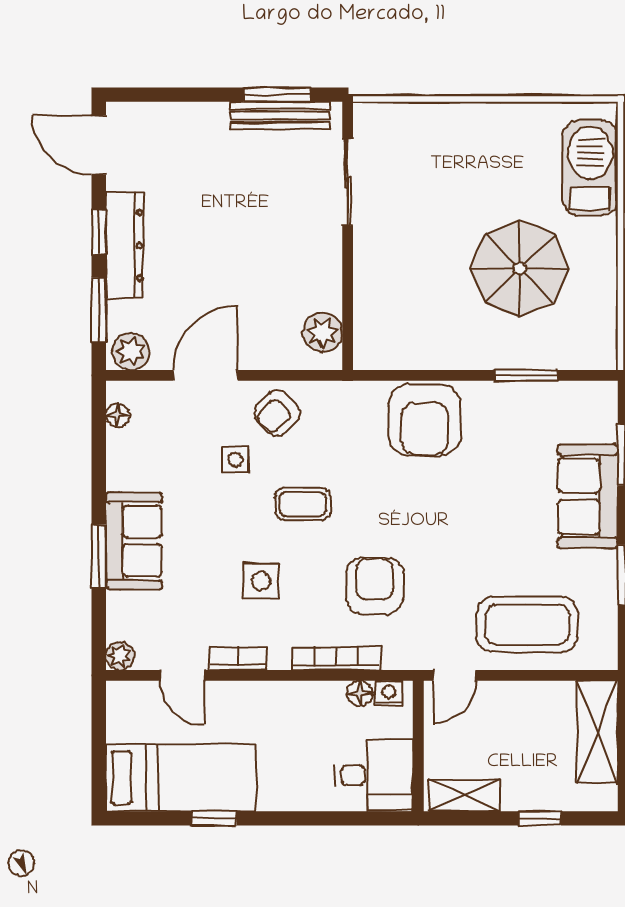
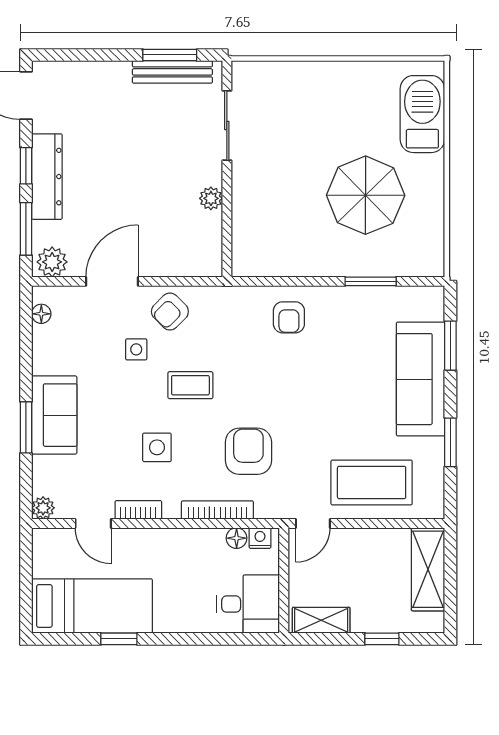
plant: (323, 332) -> (211, 198), moved, width x0.73, depth x0.73
armchair: (425, 420) -> (289, 317), width x0.53, depth x0.53
sofa: (588, 496) -> (420, 379), width x1.36

